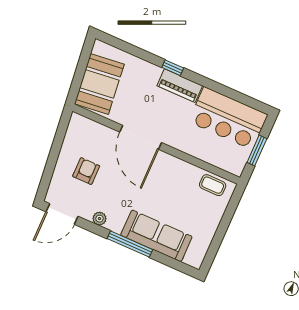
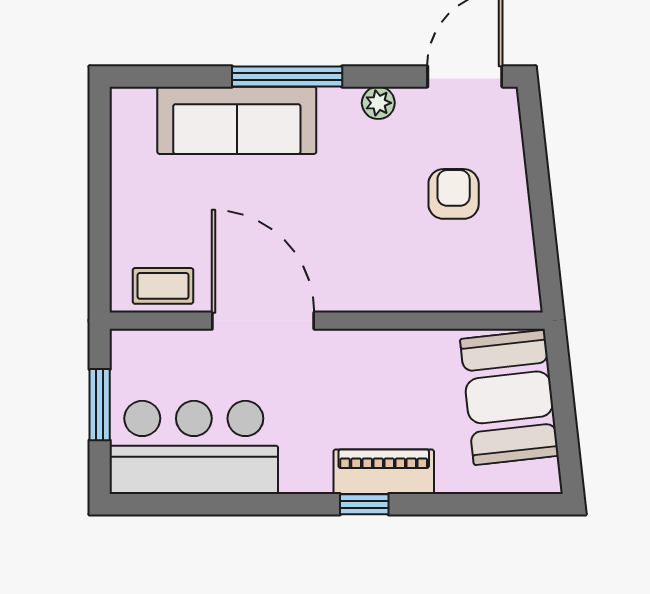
piano: (180, 86) -> (384, 472), moved
door: (141, 137) -> (263, 321), moved
armchair: (86, 171) -> (454, 194), turned 180

